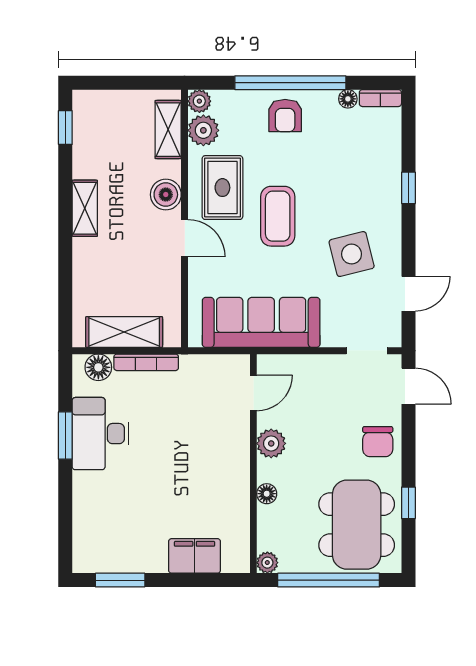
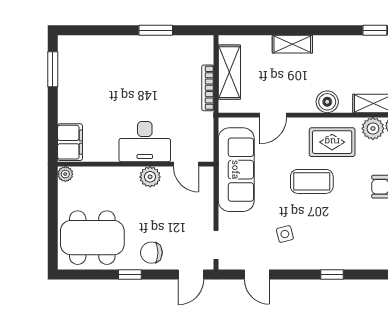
shelving: (85, 208) -> (292, 44), moved
door: (185, 238) -> (273, 115), moved
side table: (352, 254) -> (285, 234), width x0.54, depth x0.54
floor lamp: (98, 367) -> (204, 54), removed
desk: (101, 434) -> (145, 142), moved, turned 180
floor lamp: (267, 494) -> (114, 174), removed
window: (408, 503) -> (130, 274), moved
filing cabinet: (195, 556) -> (70, 142), moved
window: (329, 580) -> (53, 218), removed

